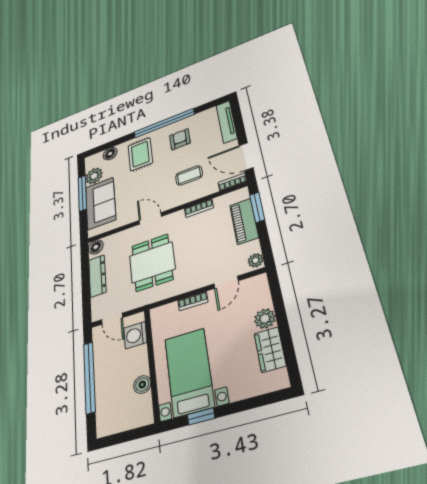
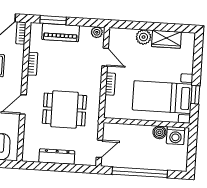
floor lamp: (96, 247) -> (29, 155), removed
washing machine: (135, 335) -> (176, 136), moved

